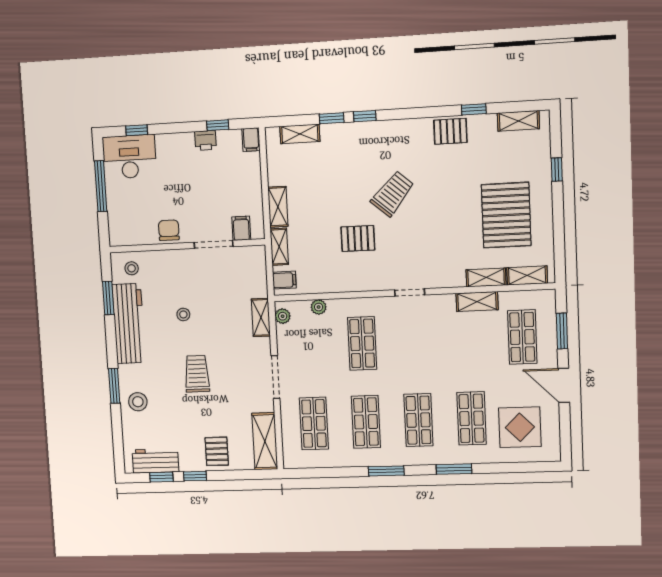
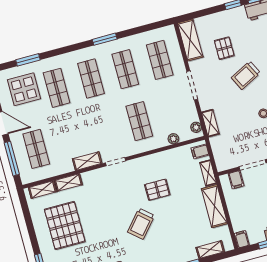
shelving: (278, 207) -> (214, 206), width x1.50, depth x1.33
shelving: (477, 302) -> (87, 161), moved
window: (562, 331) -> (12, 159), width x1.44
trolley: (197, 374) -> (246, 75), turned 63
pallet: (217, 451) -> (224, 48), moved
window: (454, 469) -> (28, 60), moved

